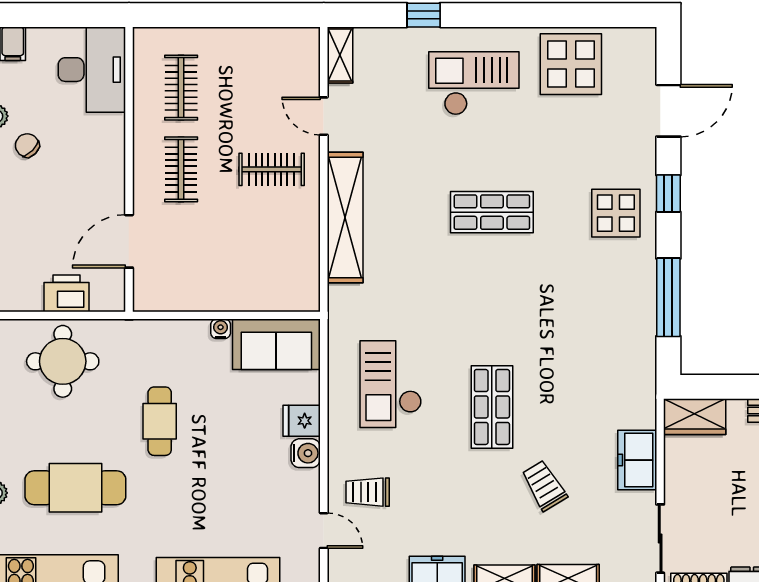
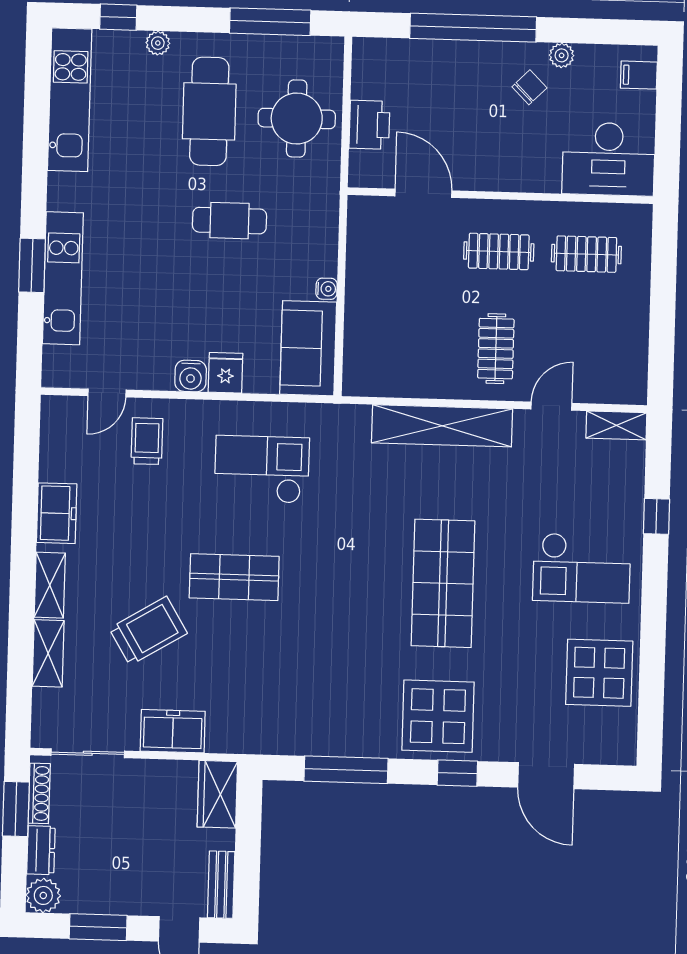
checkout: (474, 83) -> (582, 568), turned 90
shop shelf: (492, 212) -> (443, 583), width x1.43, depth x1.36
display table: (616, 213) -> (438, 716), width x1.36, depth x1.36
trolley: (544, 486) -> (148, 631), width x1.36, depth x1.39
cafe table: (75, 488) -> (209, 111), moved

